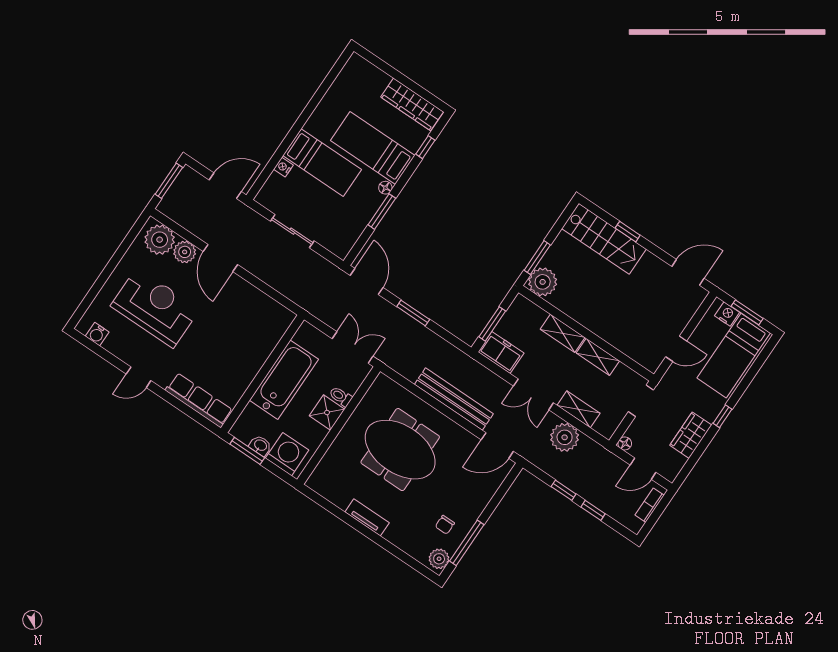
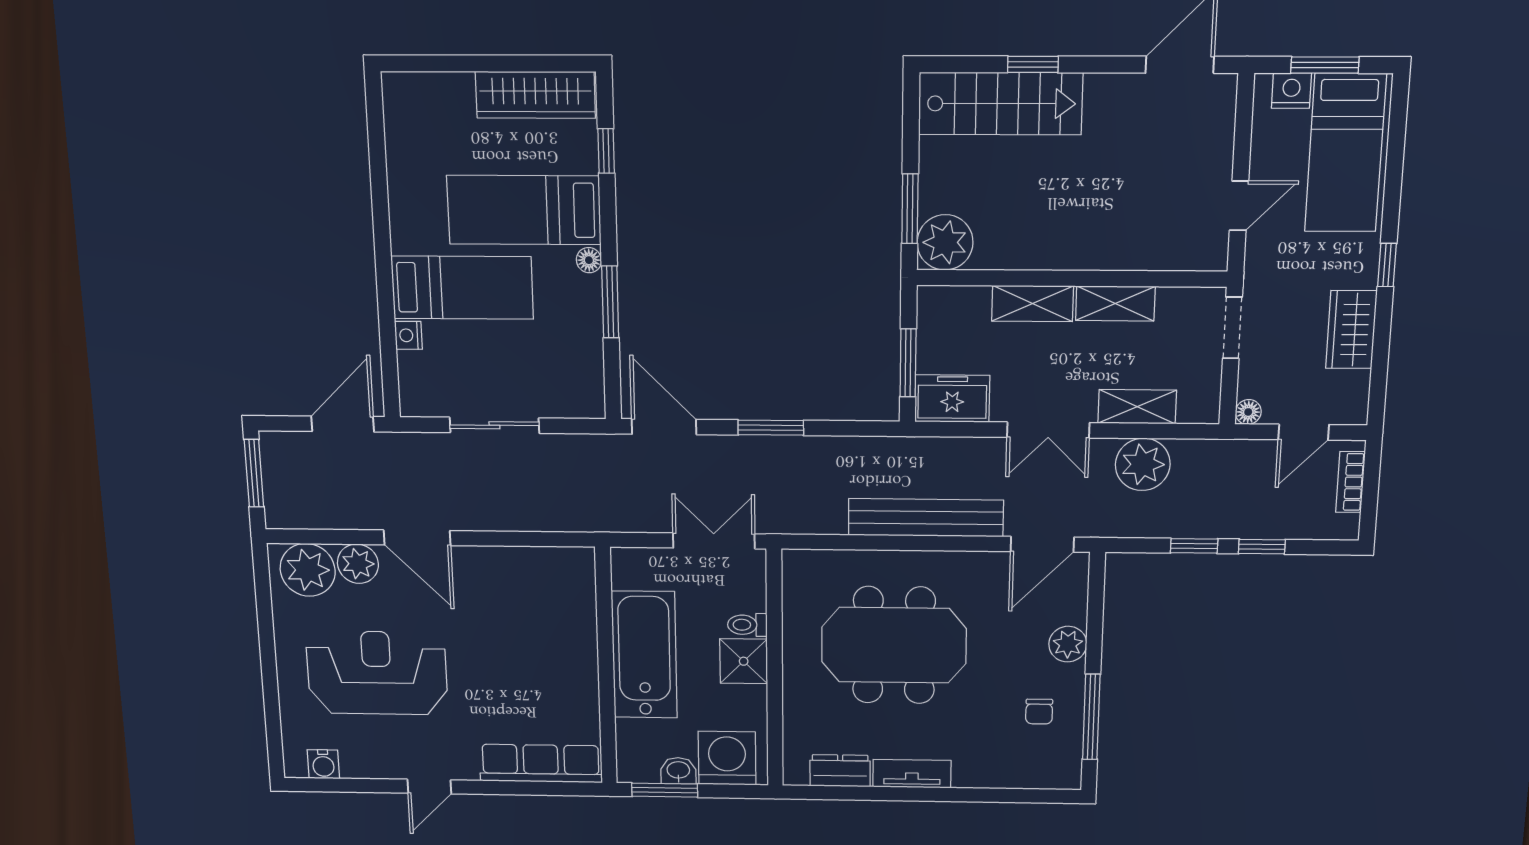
dresser: (335, 494) -> (840, 771), added
plant: (439, 559) -> (1068, 644), moved

